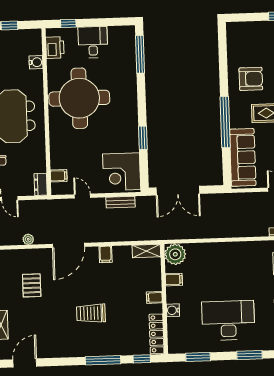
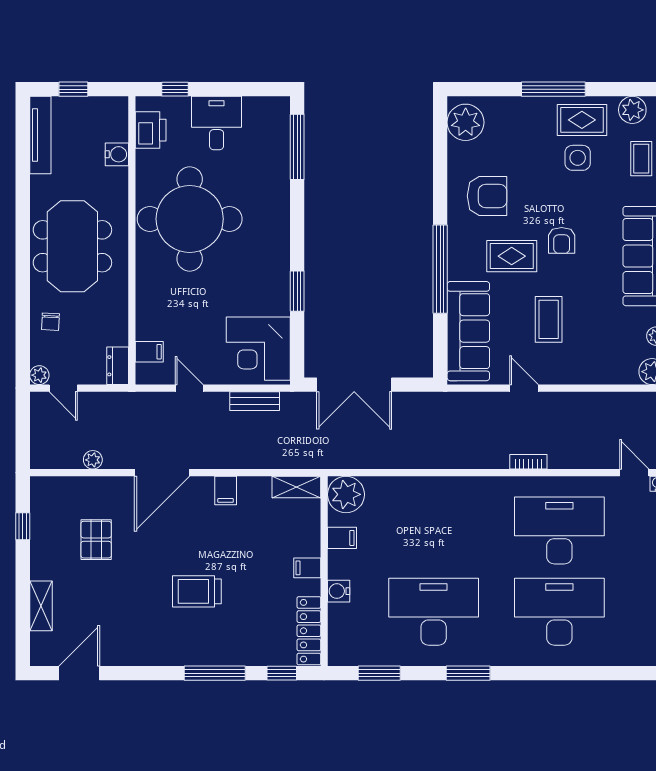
plant: (237, 37) -> (466, 122), added

